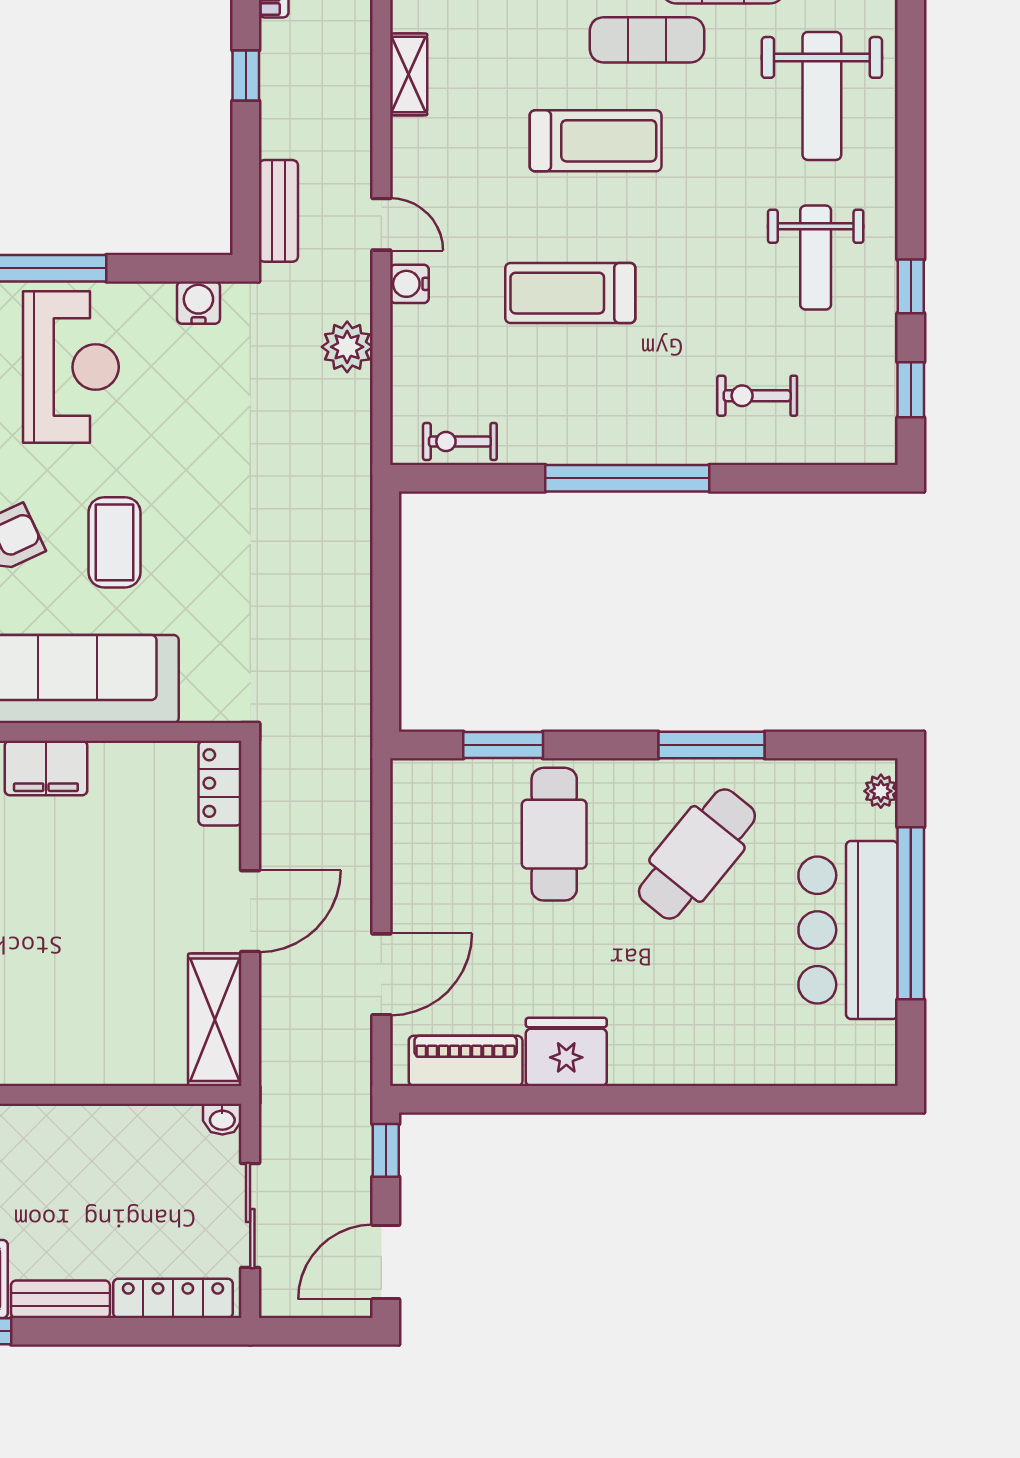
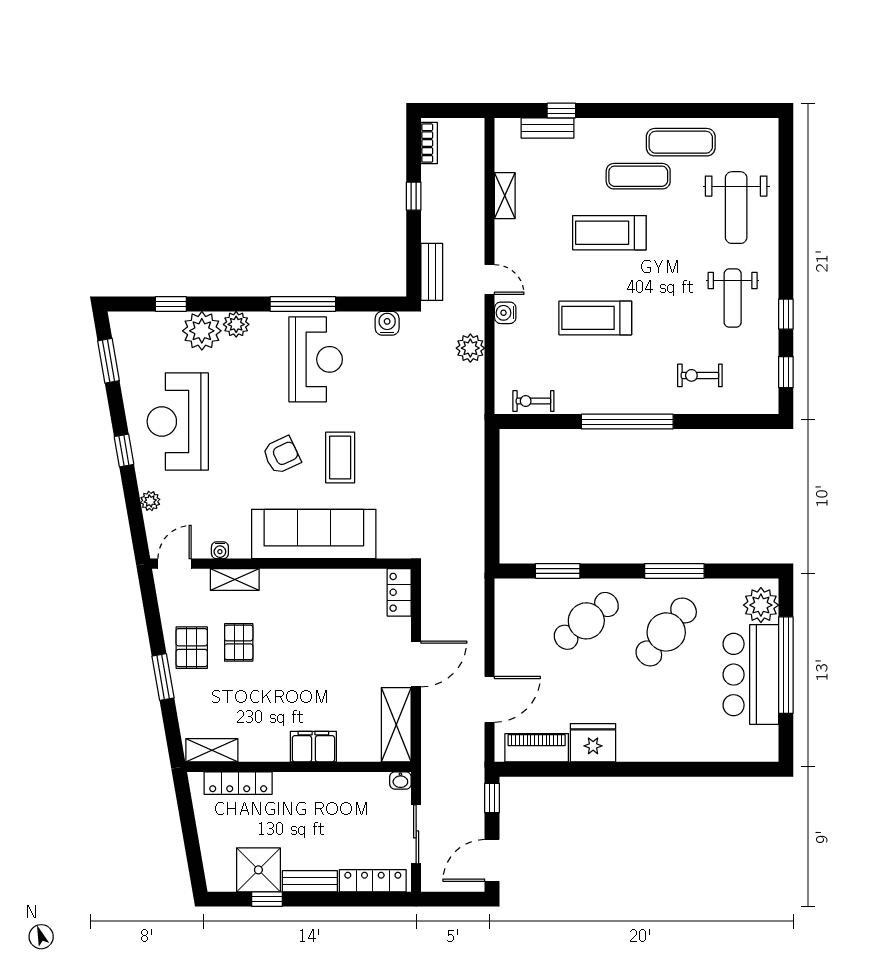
treadmill: (596, 141) -> (609, 233), turned 180
filing cabinet: (46, 768) -> (313, 747), moved, turned 180
plant: (881, 791) -> (761, 605), width x1.87, depth x1.87
cafe table: (554, 834) -> (586, 621), turned 51

